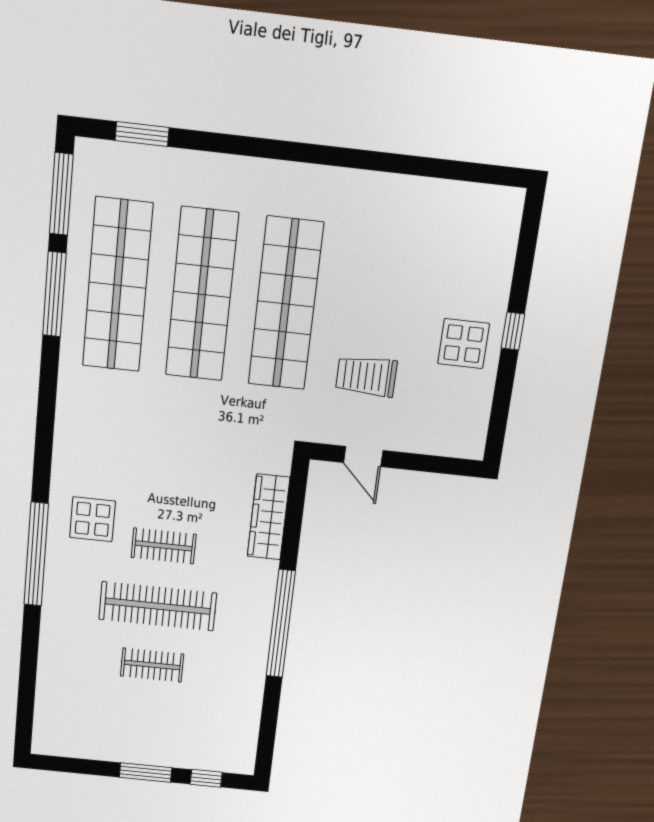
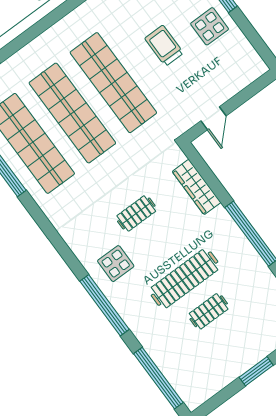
trolley: (366, 376) -> (164, 46), moved, turned 90
door: (363, 457) -> (213, 118), hinge flipped
clothes rail: (164, 546) -> (136, 213), moved
window: (27, 687) -> (158, 378), added

